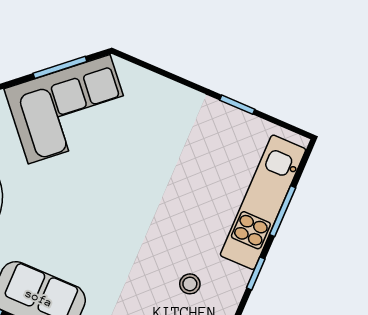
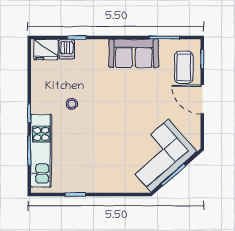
stool: (190, 284) -> (72, 104), moved

